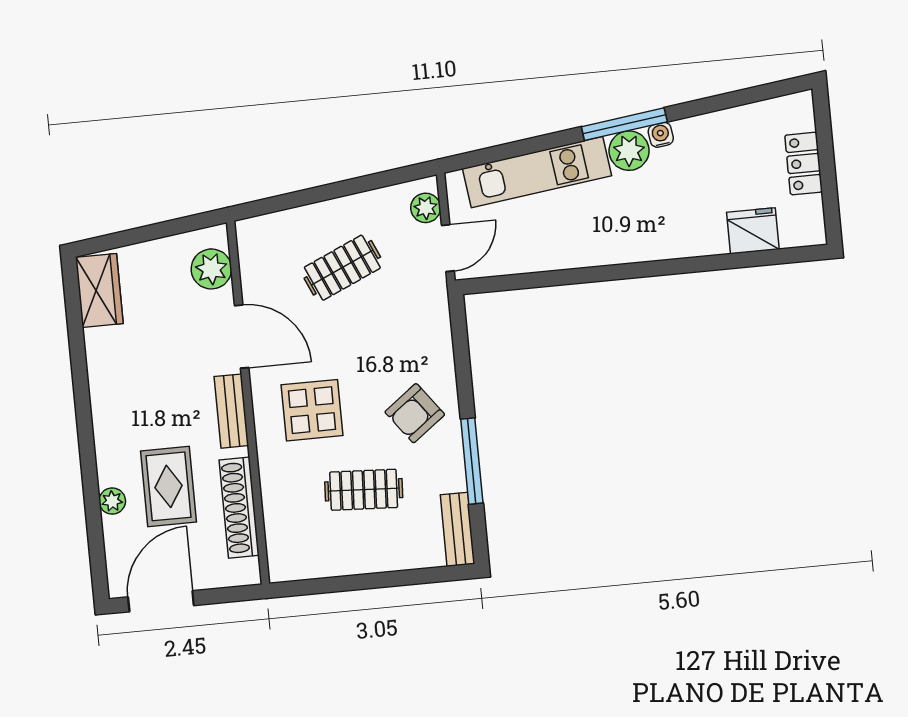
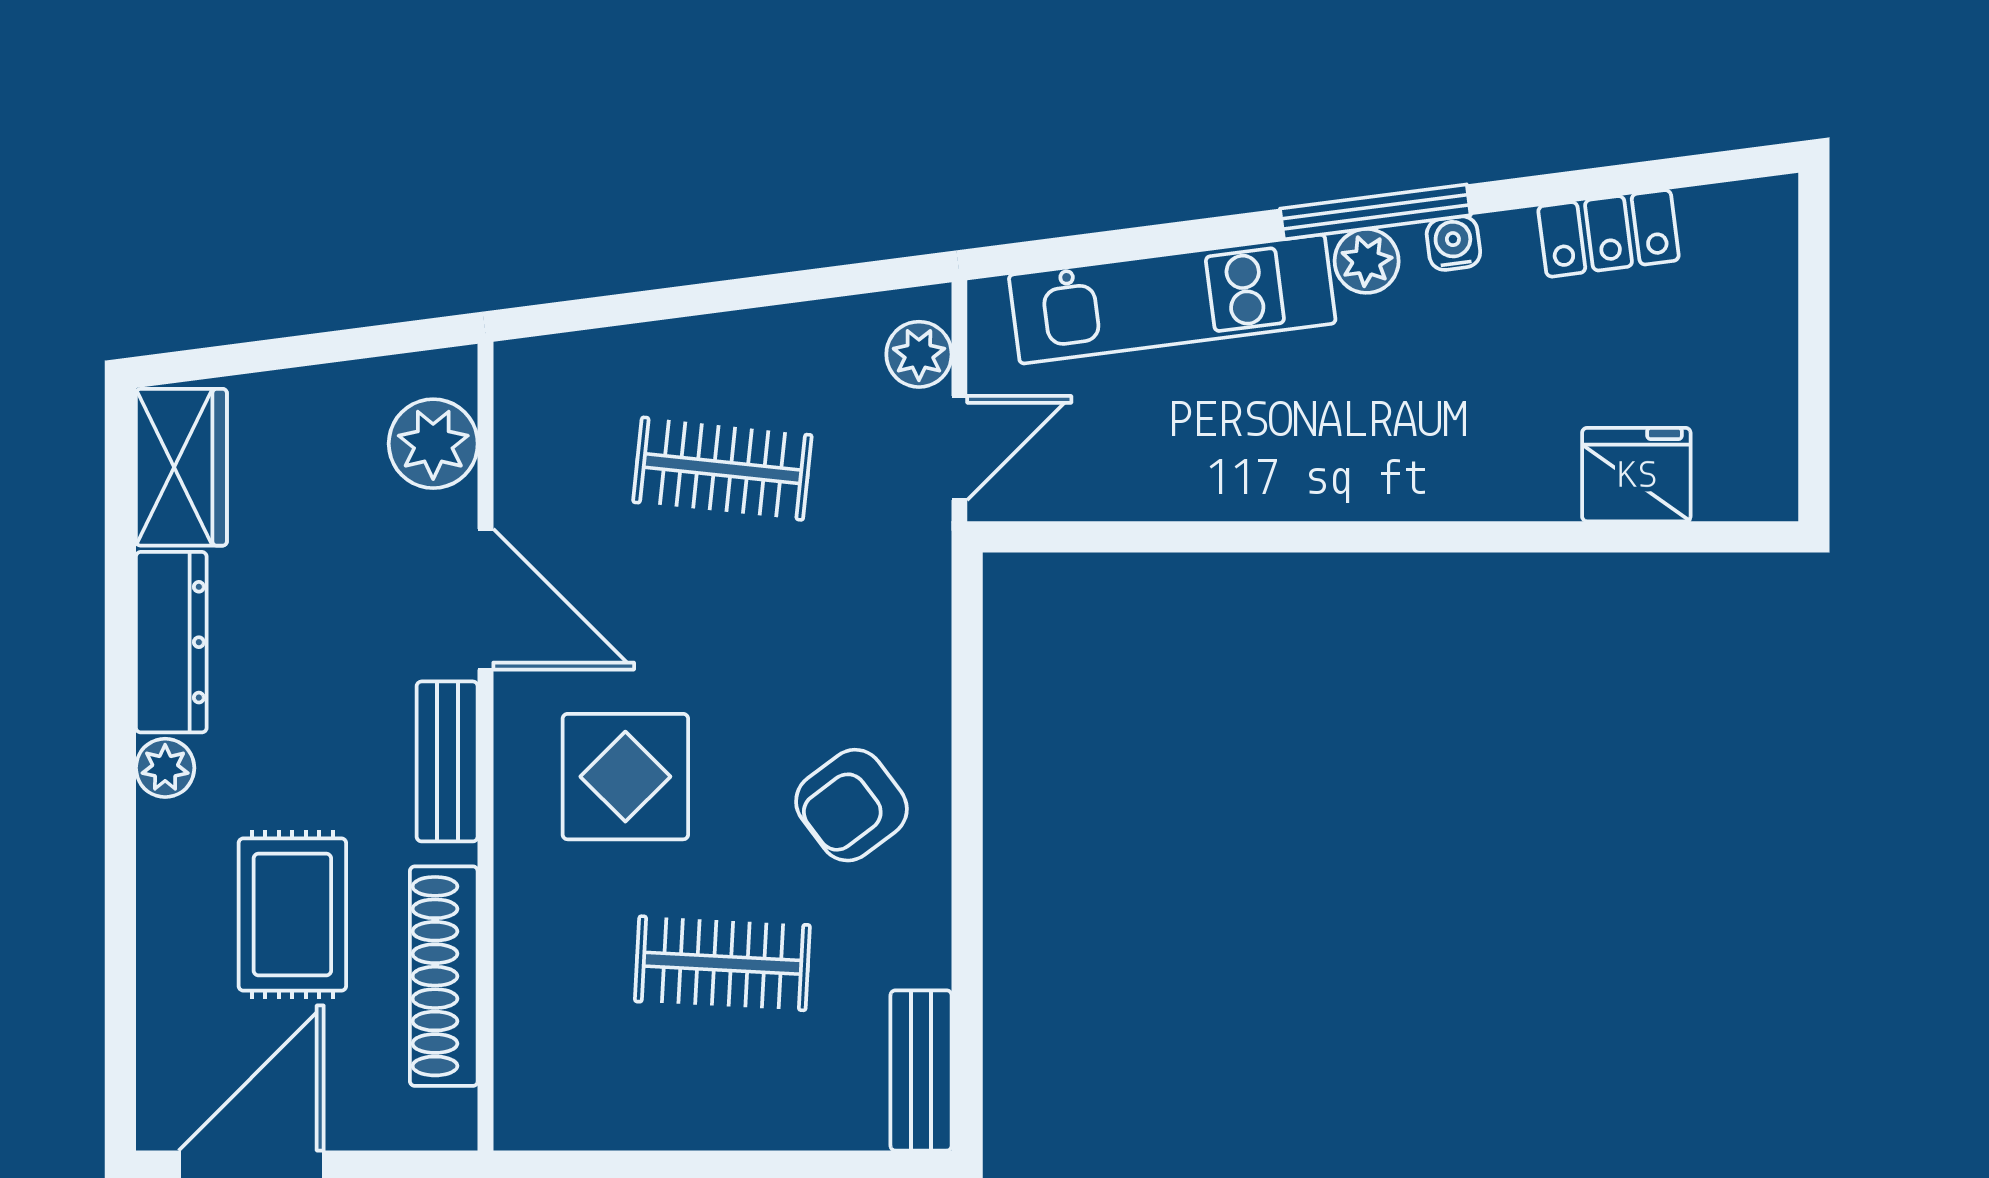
plant: (629, 151) -> (1367, 261), width x0.73, depth x0.73
locker: (804, 164) -> (1609, 233), moved, turned -97
clothes rail: (342, 268) -> (722, 469), turned 30
dresser: (102, 369) -> (171, 642), added
window: (472, 461) -> (967, 923), removed
plant: (112, 501) -> (165, 768), moved

